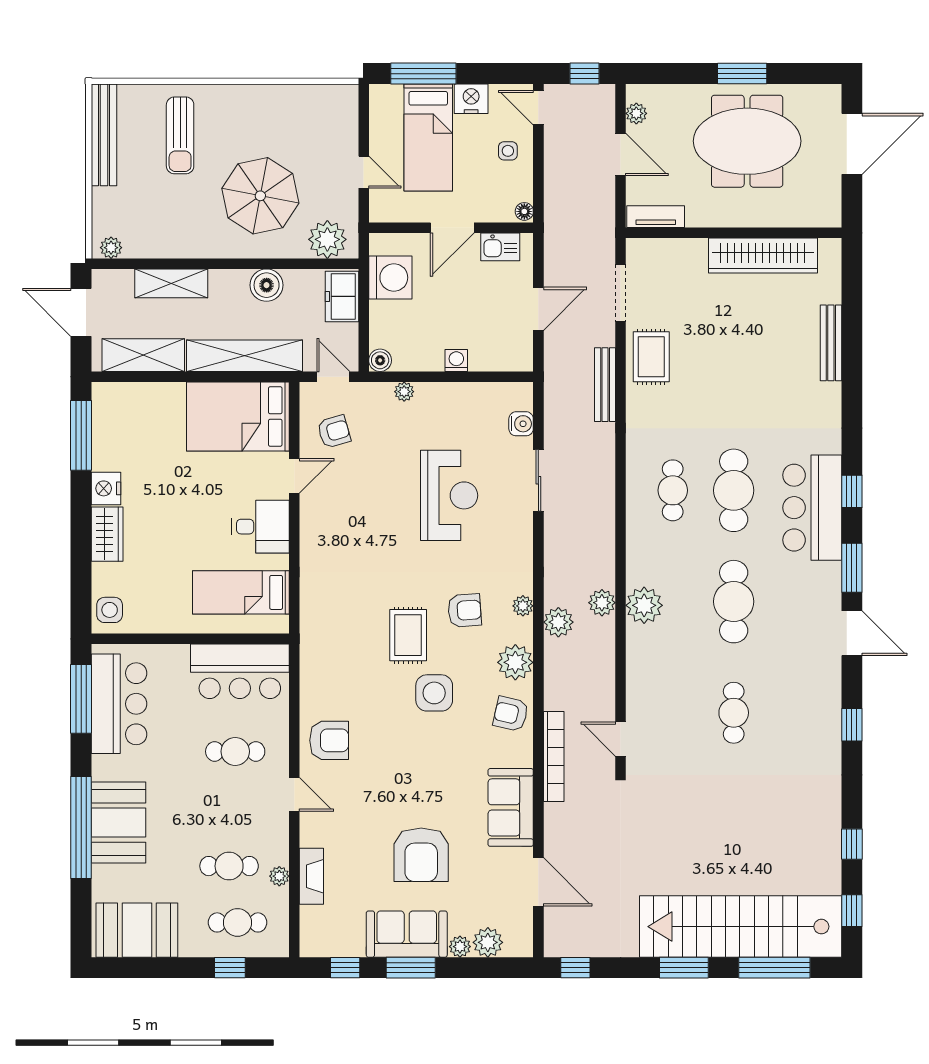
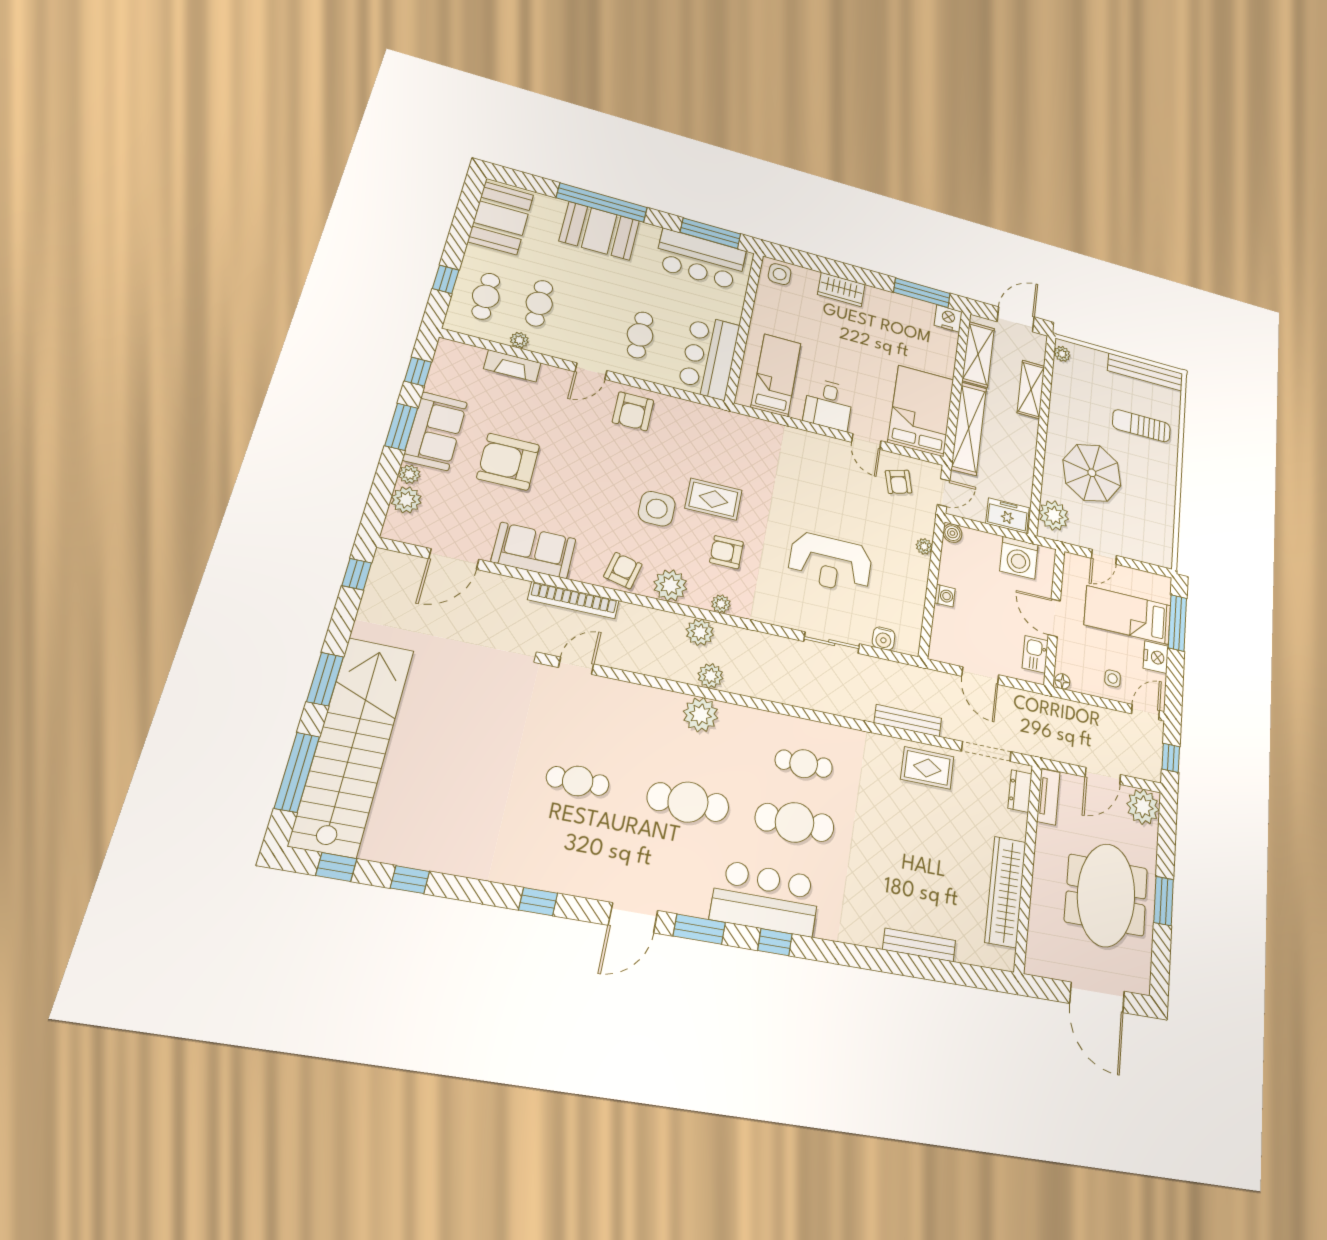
plant: (636, 113) -> (1143, 807), width x1.87, depth x1.87
dresser: (656, 250) -> (1020, 791), added
boiler: (267, 285) -> (1023, 460), removed
nightstand: (106, 488) -> (948, 318), moved
armchair: (465, 610) -> (726, 552), turned 94

